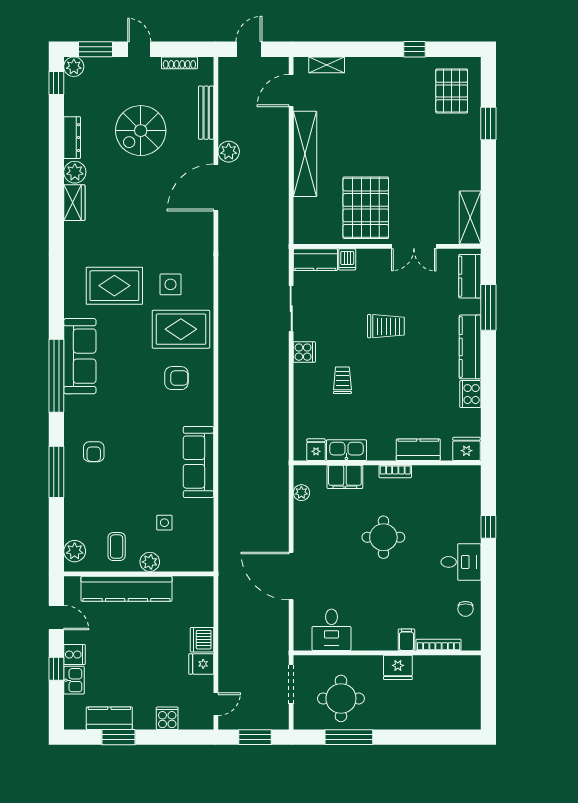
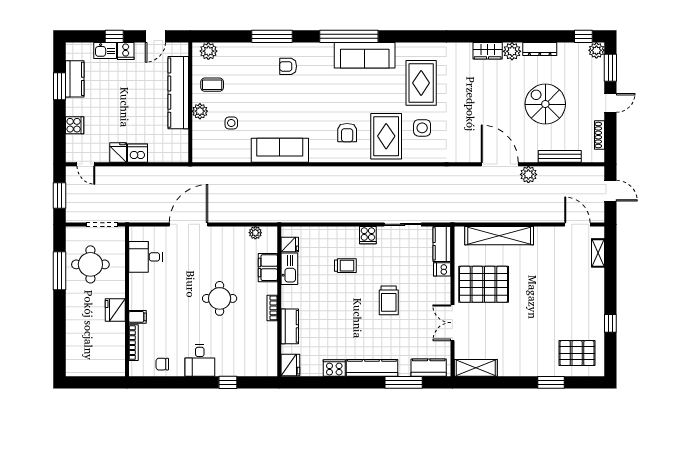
shelving: (305, 154) -> (499, 236), moved

